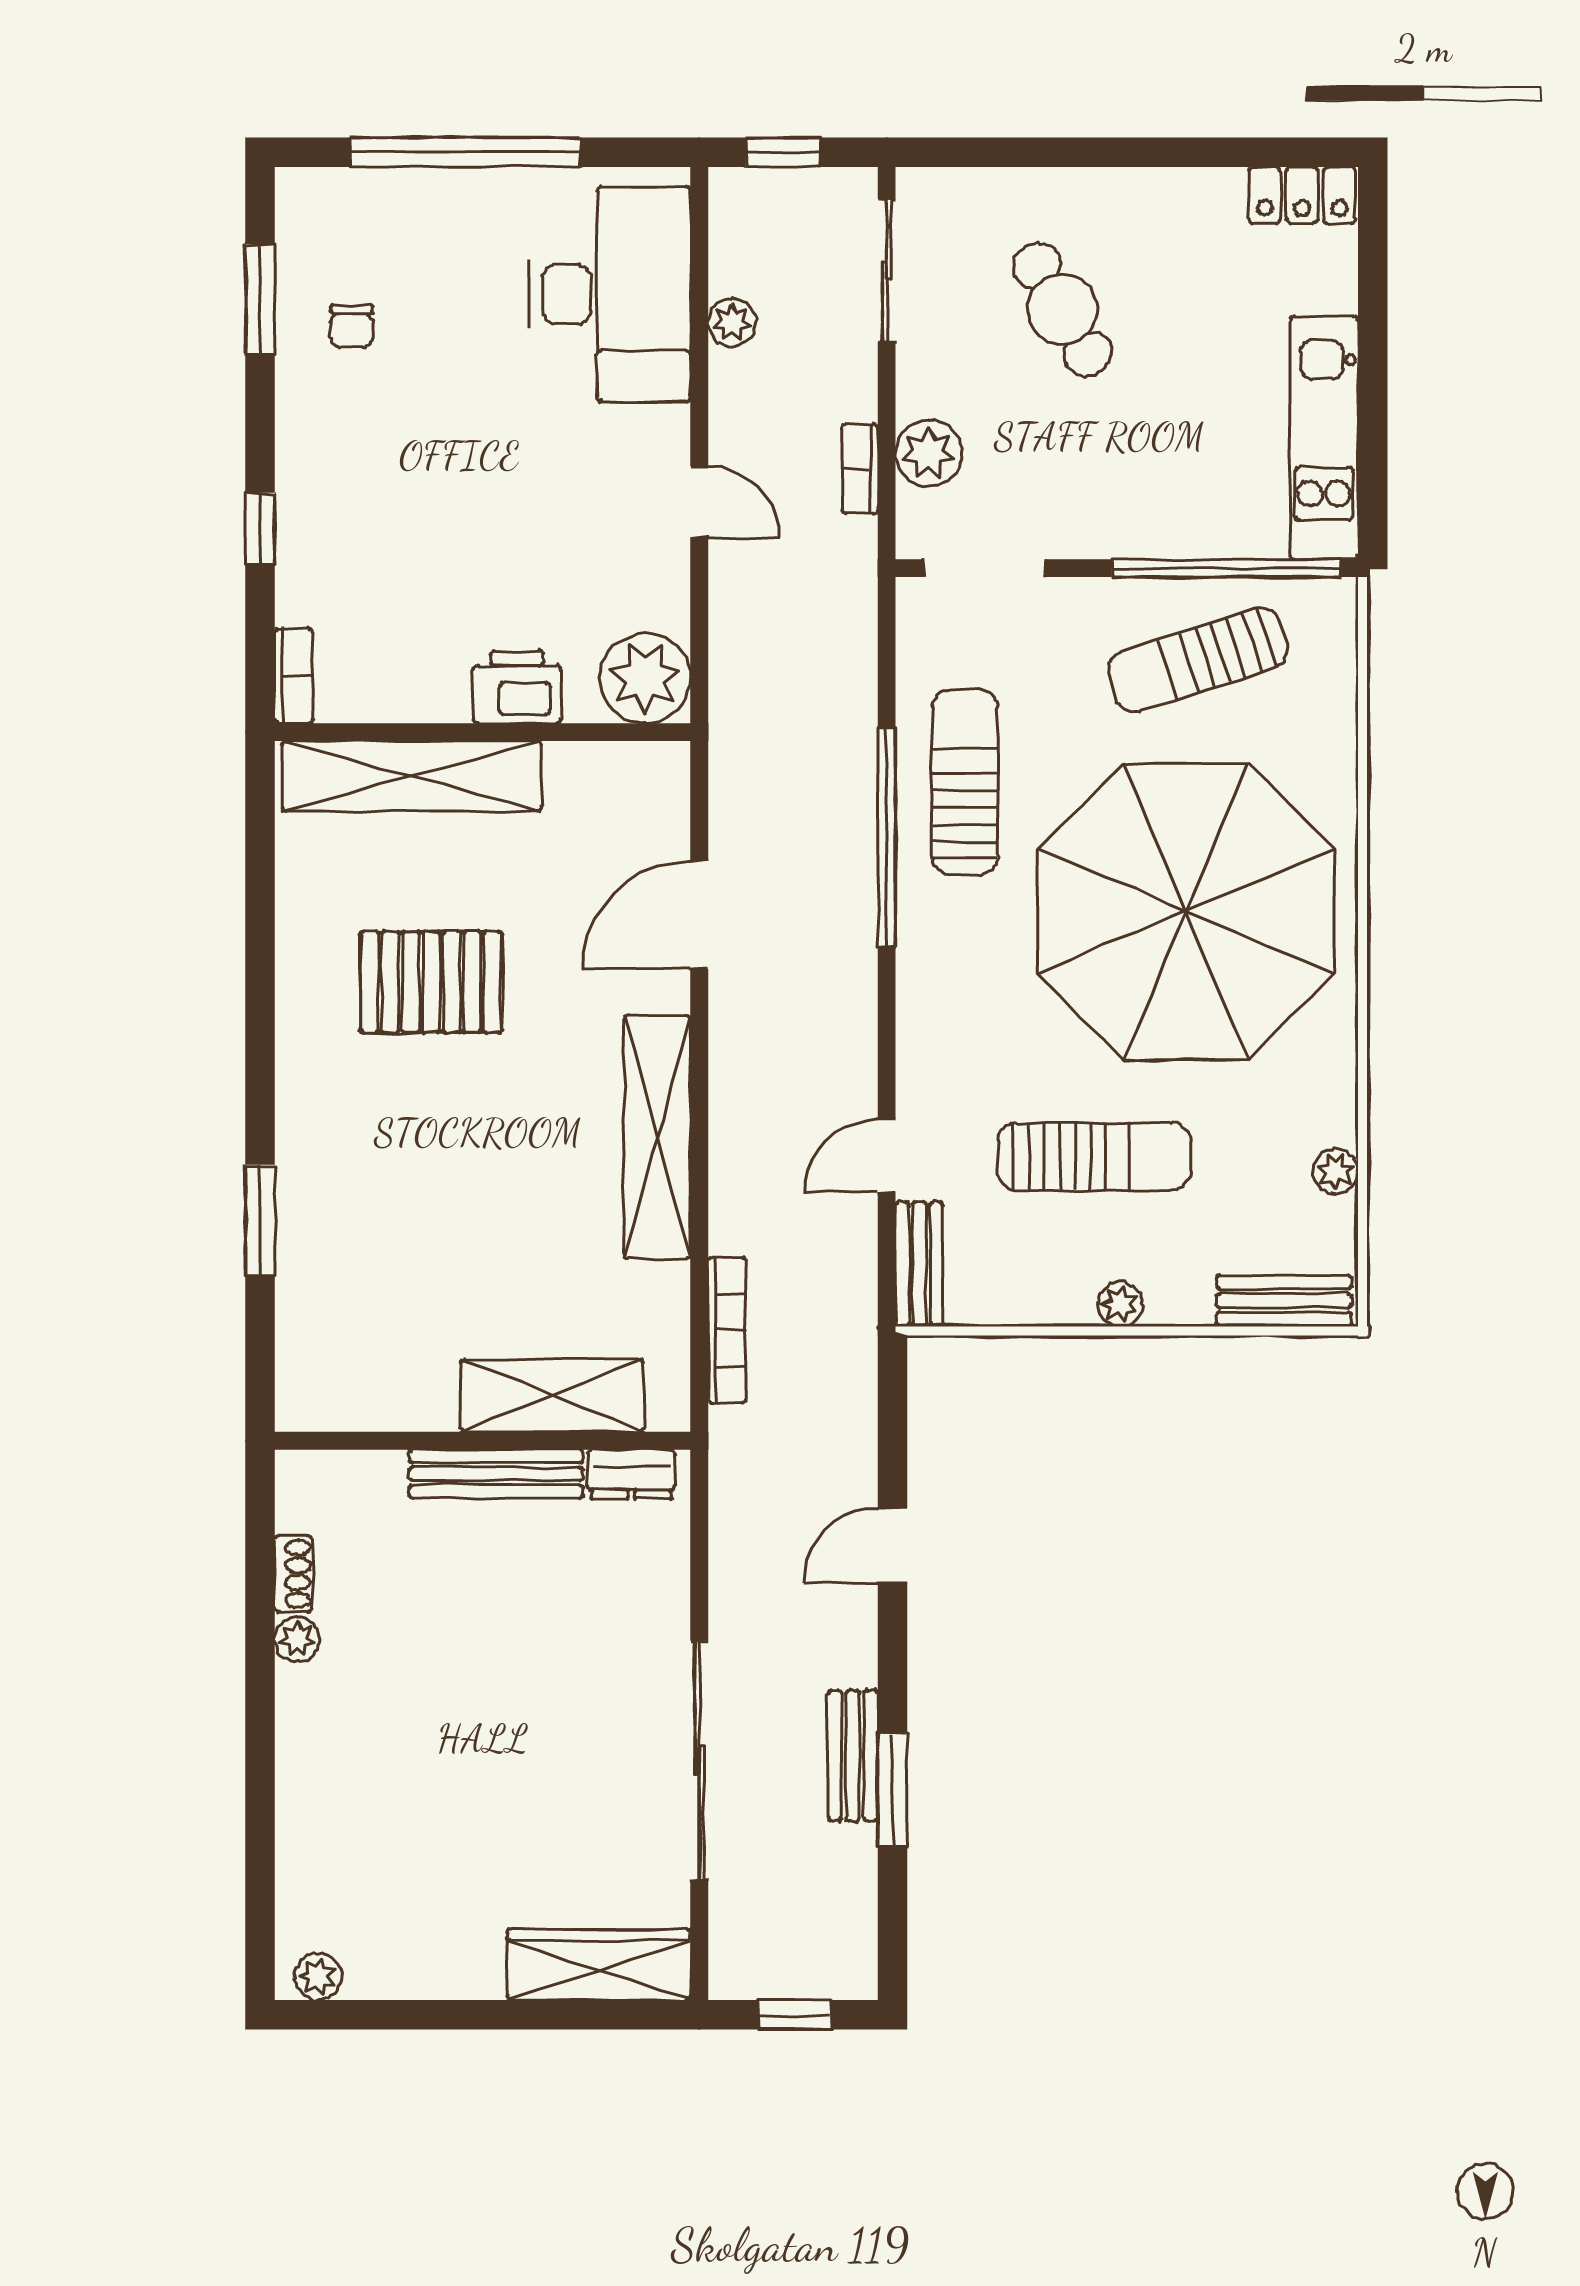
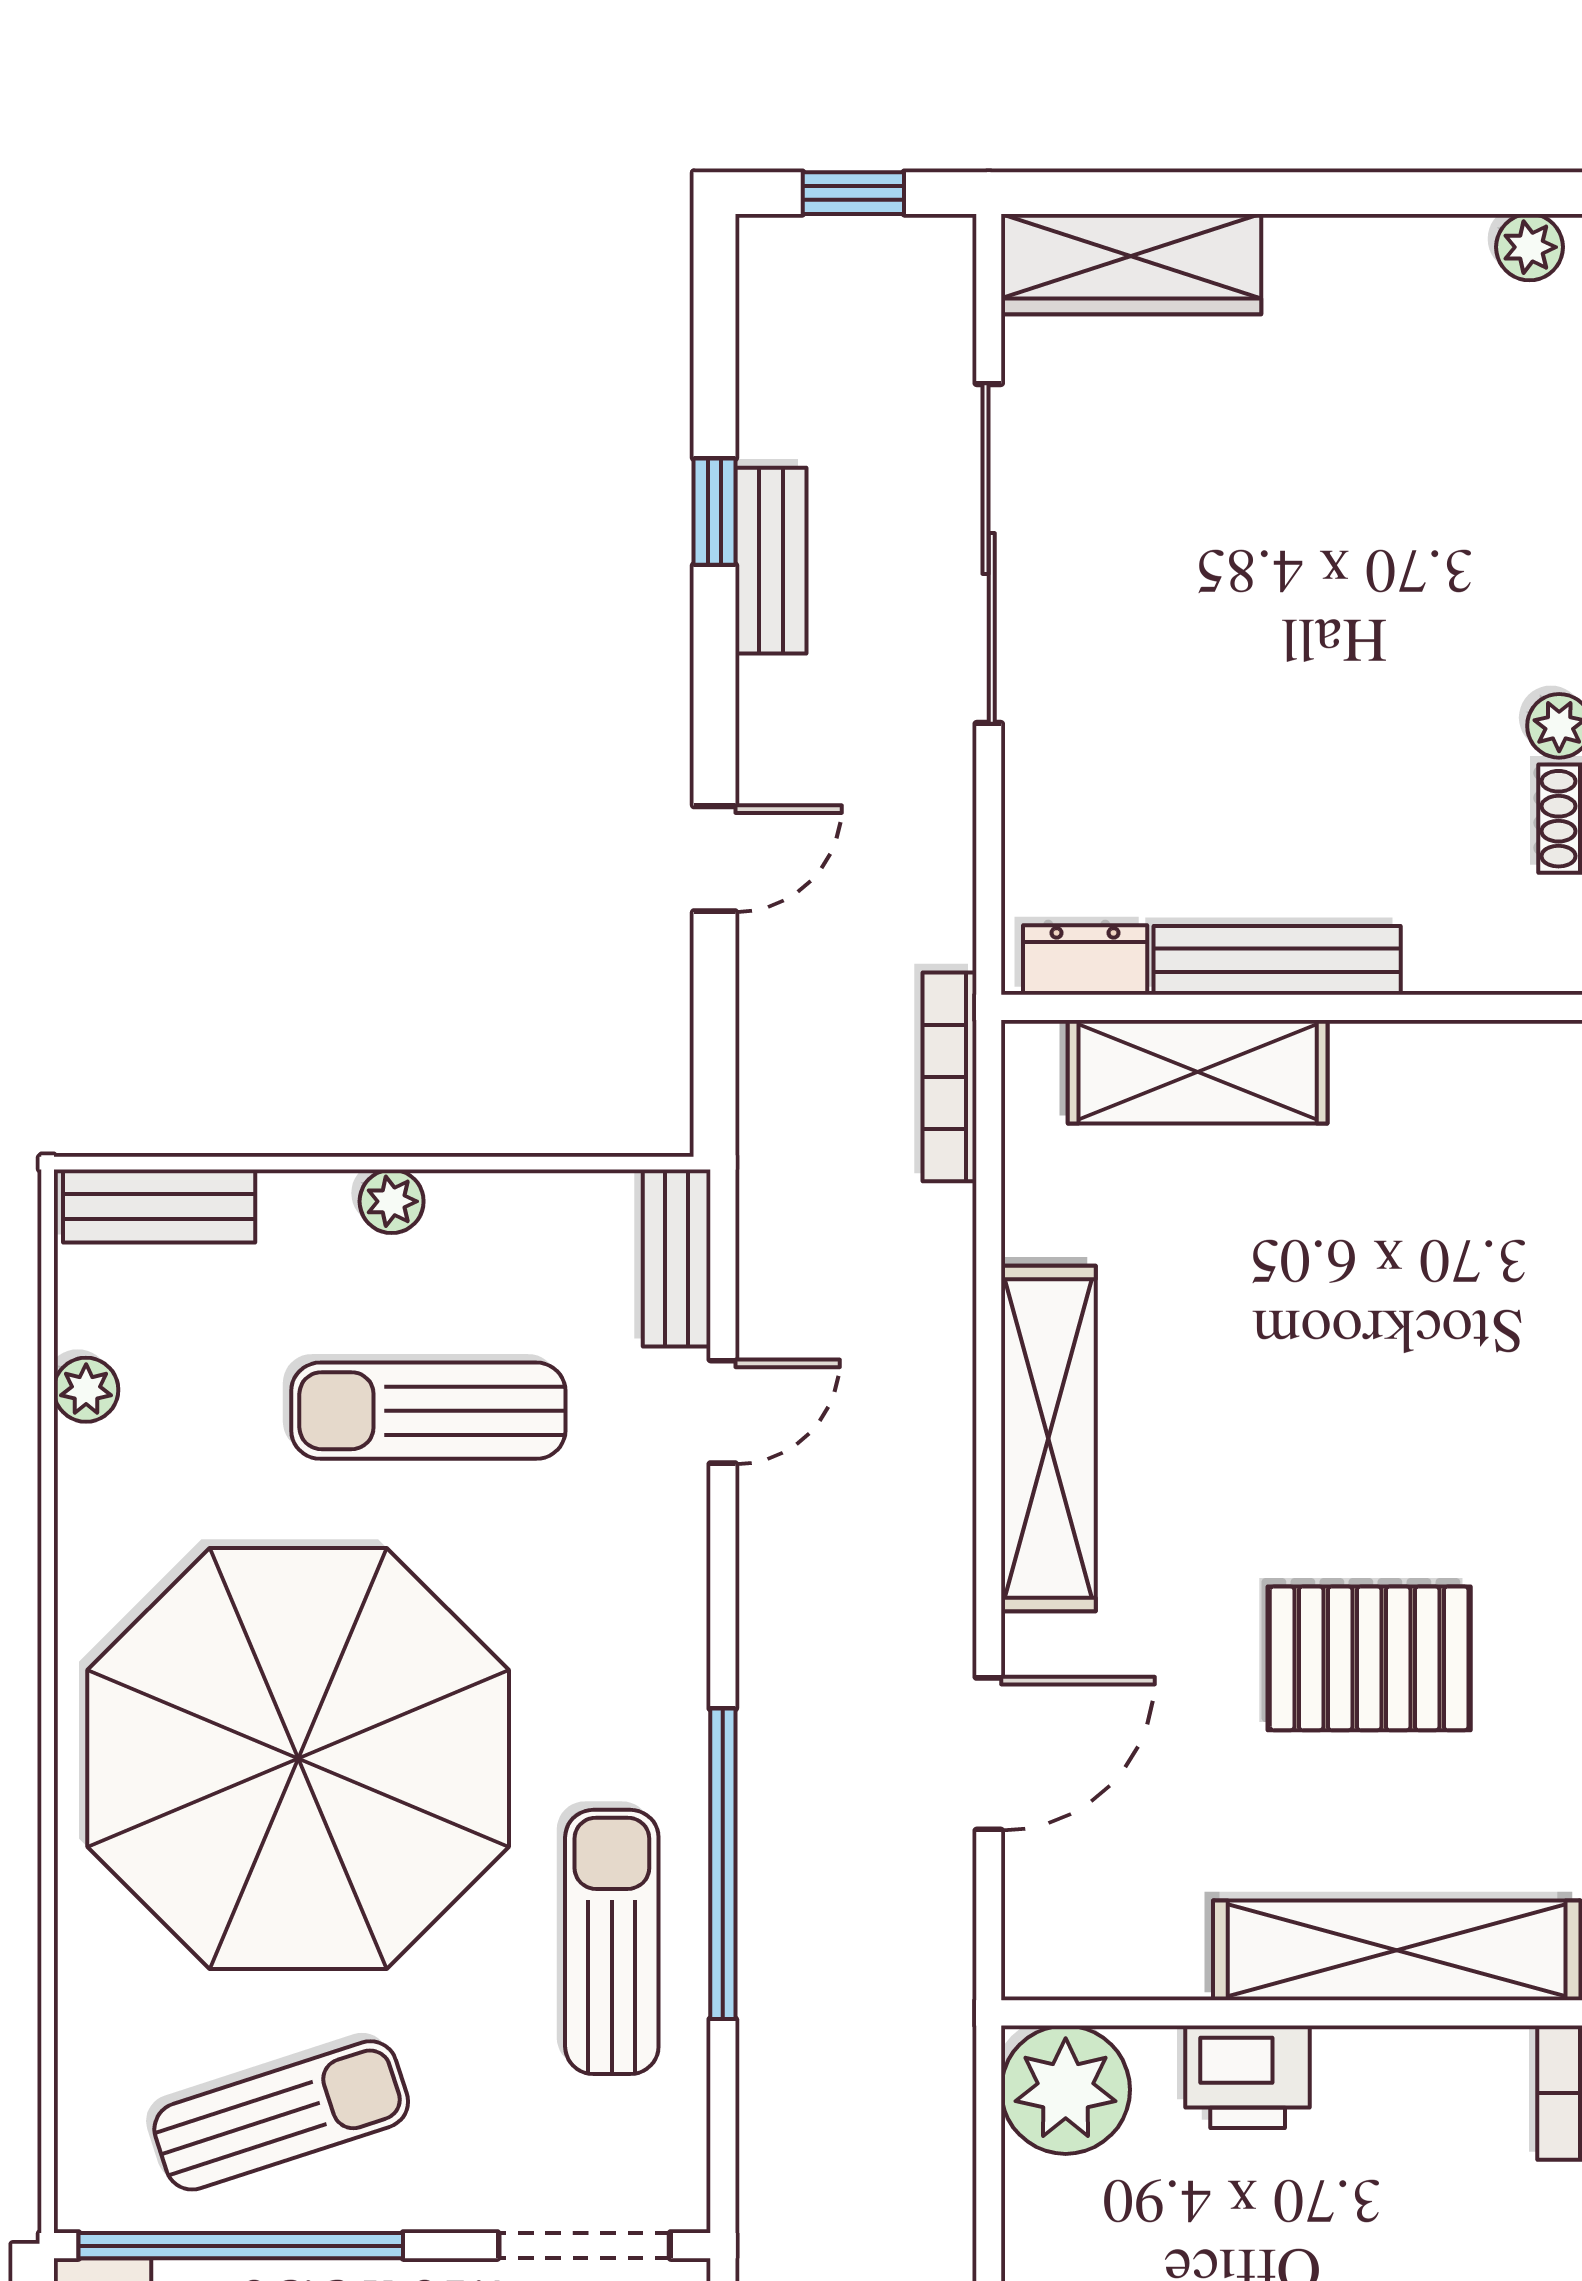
sun lounger: (965, 782) -> (612, 1942), turned 180
bookcase: (727, 1330) -> (949, 1077), moved
window: (893, 1790) -> (714, 512), width x0.67

